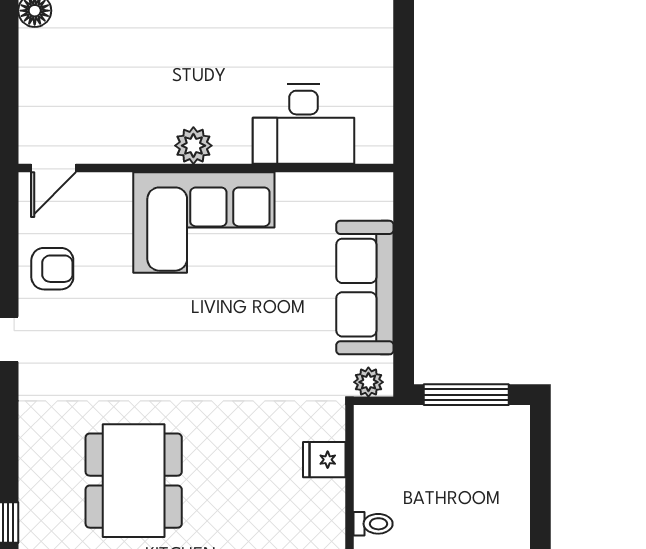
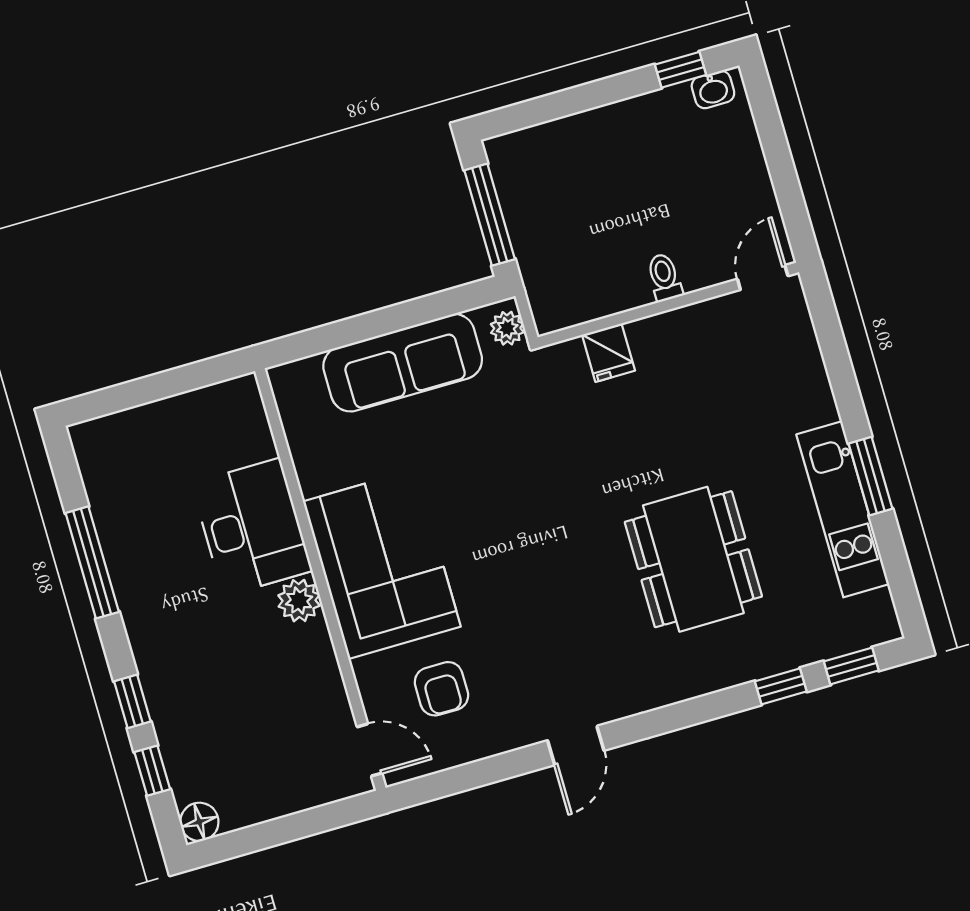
desk: (303, 124) -> (252, 527), moved
armchair: (52, 269) -> (441, 689), moved, turned 180
dining table: (134, 481) -> (693, 559), turned 90

